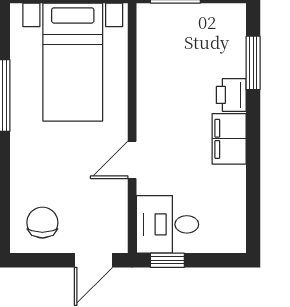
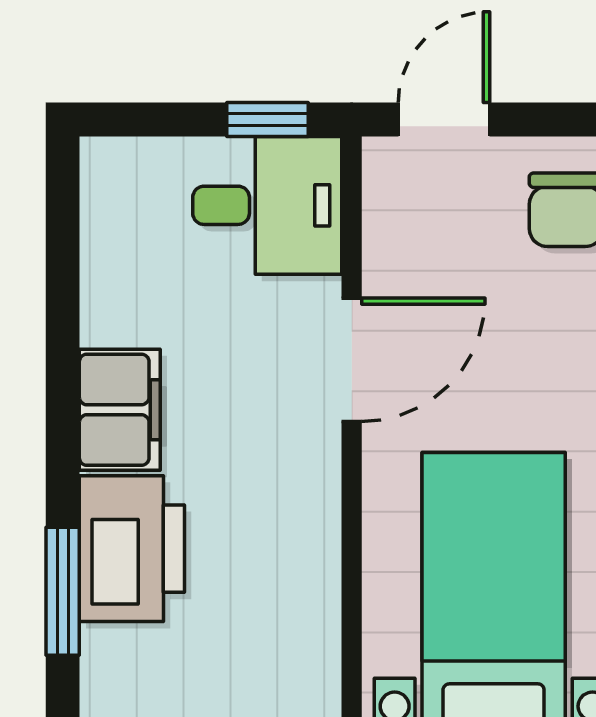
printer: (231, 95) -> (132, 549), width x1.87, depth x1.48
door: (132, 160) -> (352, 360), width x1.38

